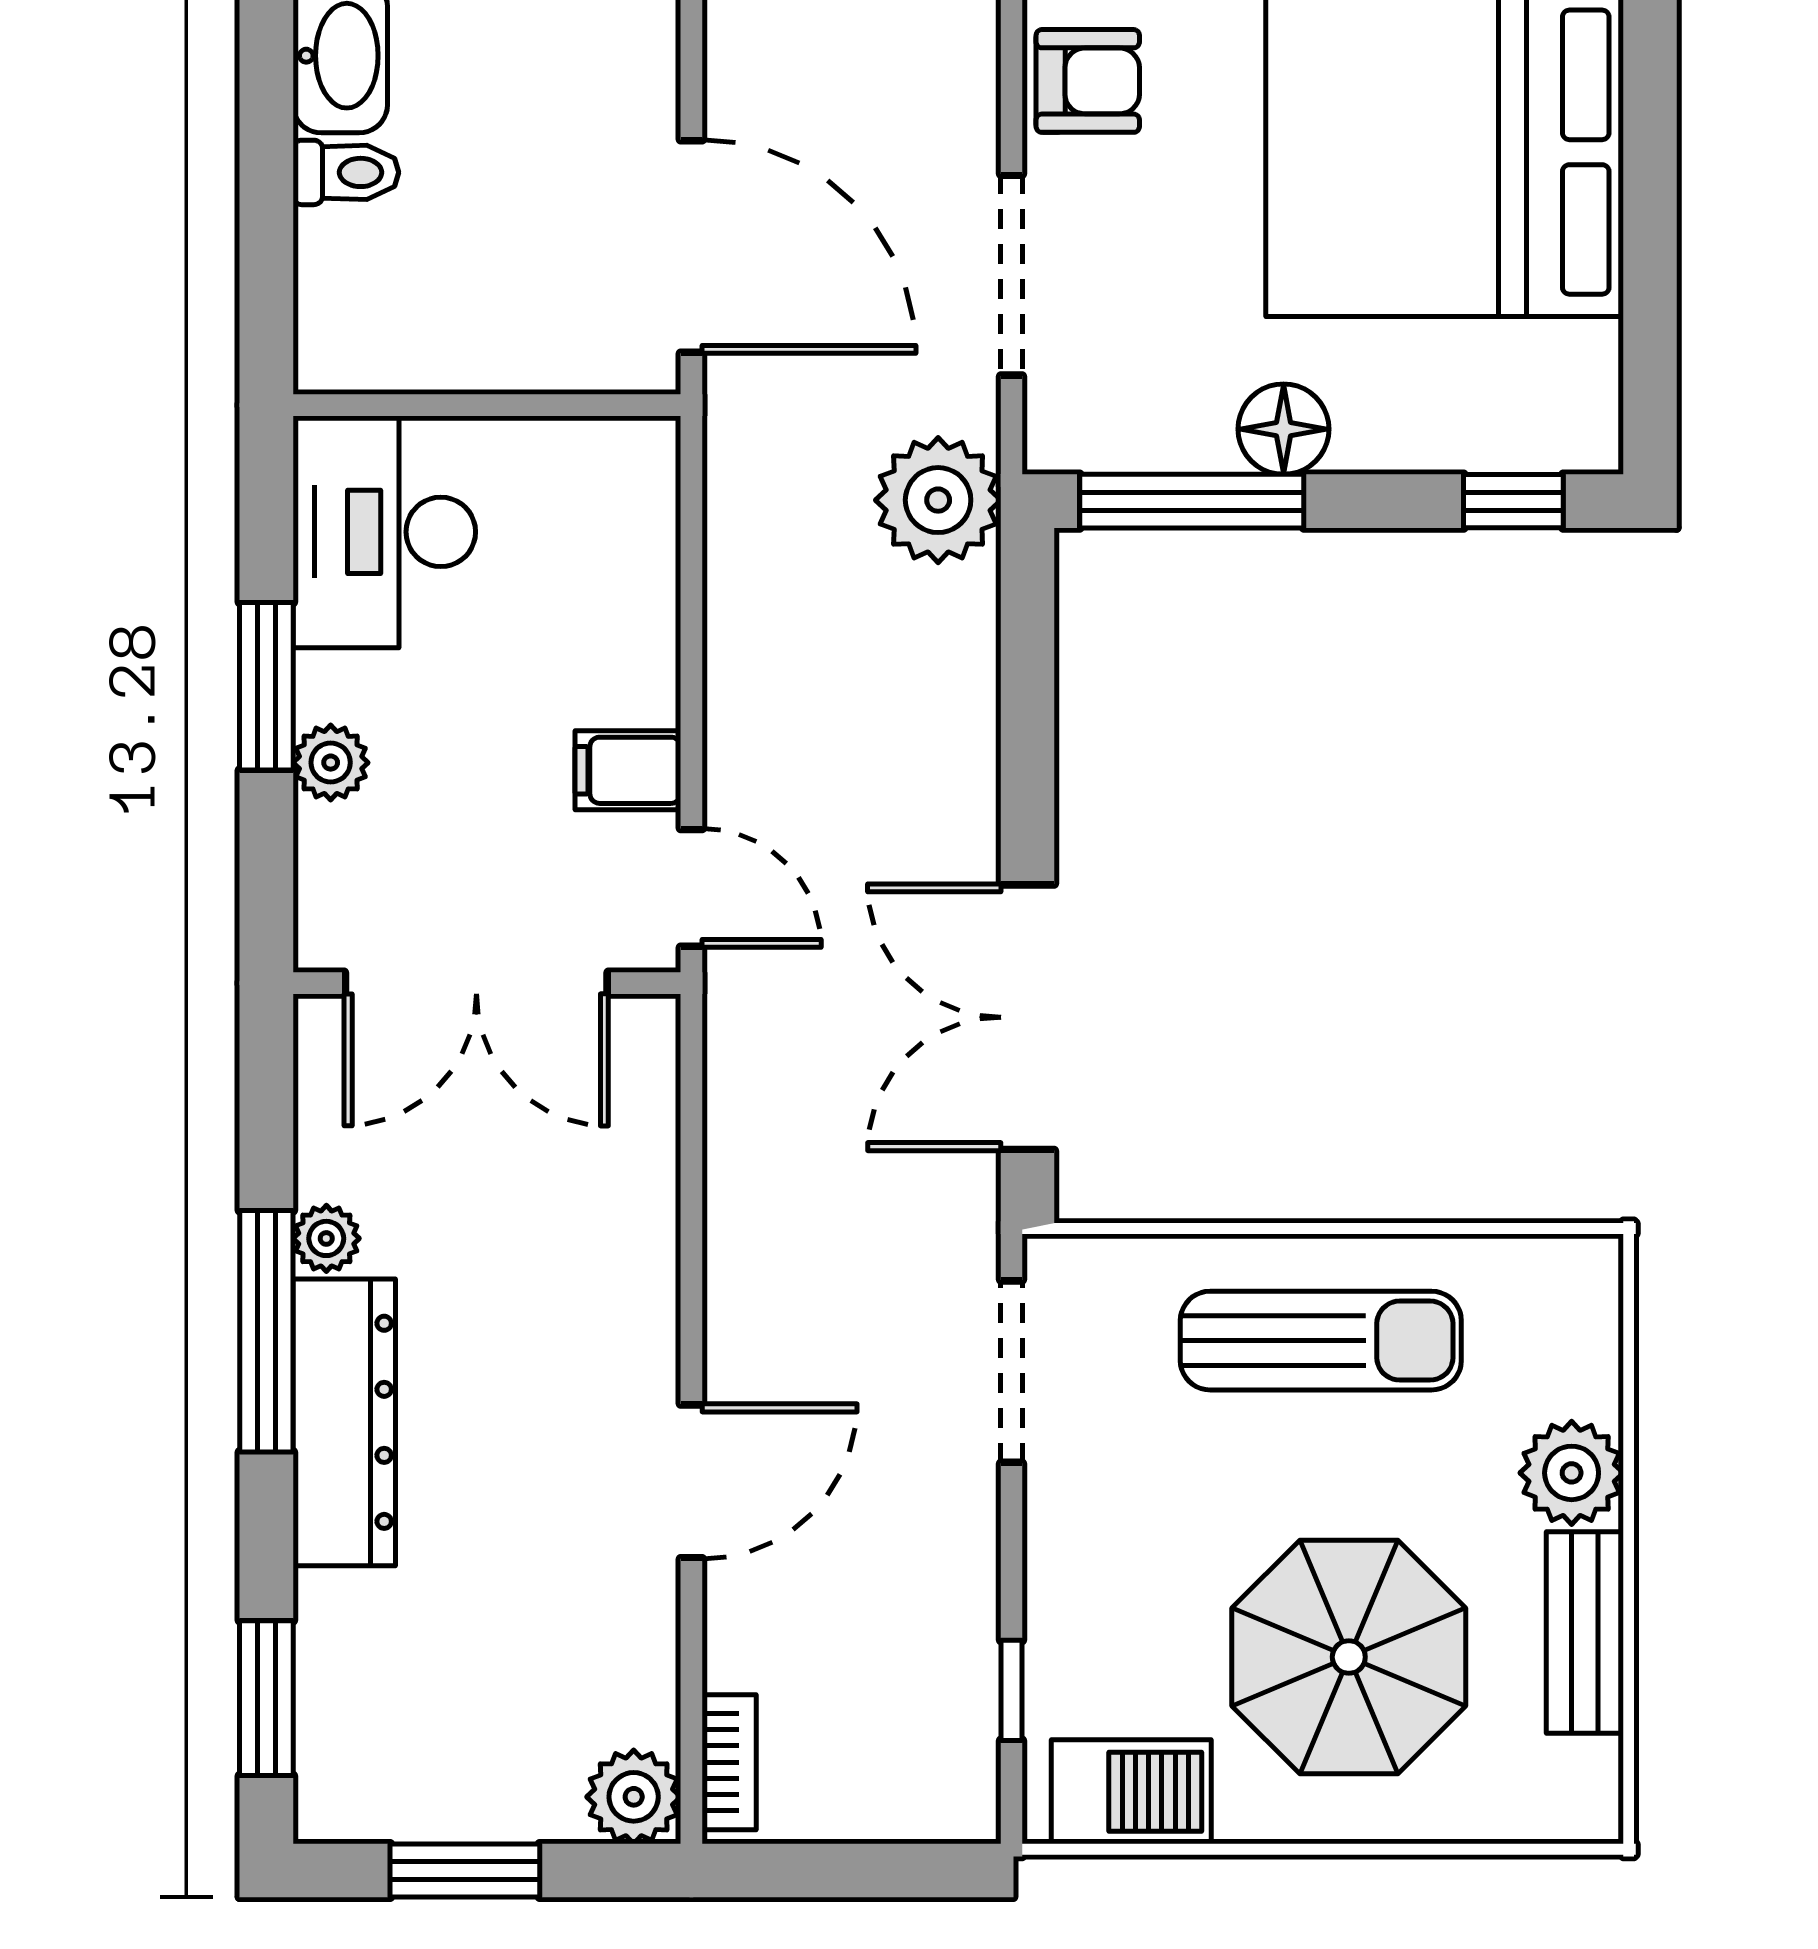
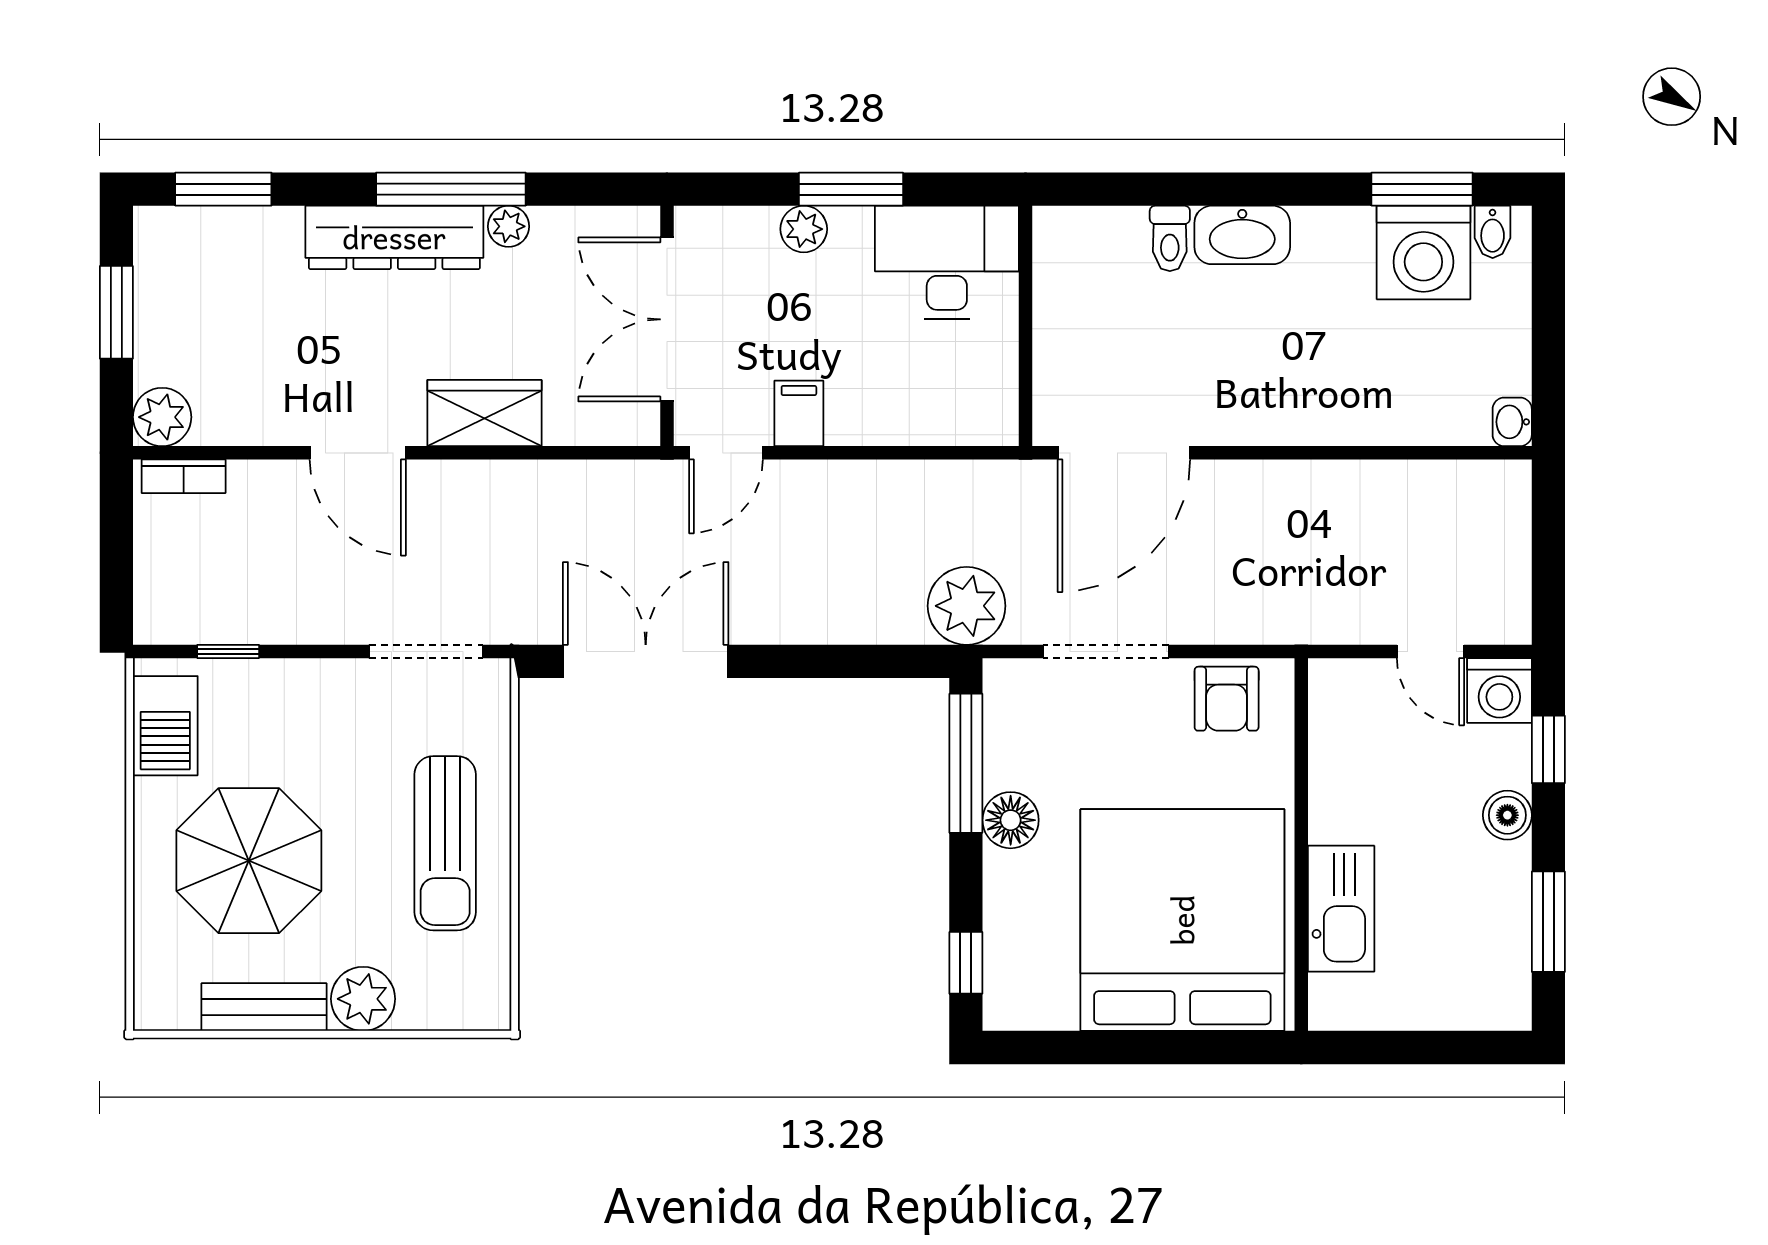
wardrobe: (627, 1277) -> (484, 413), added

